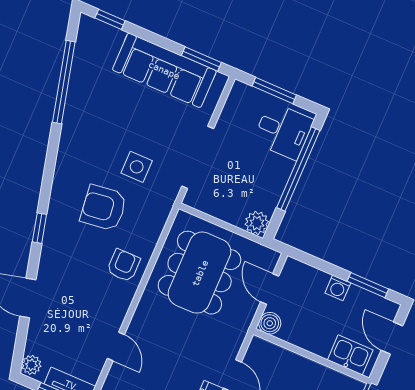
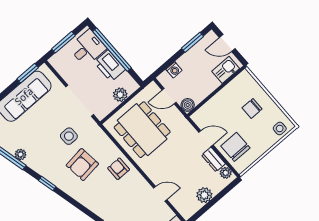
plant: (74, 107) -> (21, 154), added
printer: (272, 177) -> (110, 66), added
plant: (257, 223) -> (120, 95), moved
window: (39, 228) -> (47, 184), moved
washing machine: (338, 288) -> (174, 70), moved

